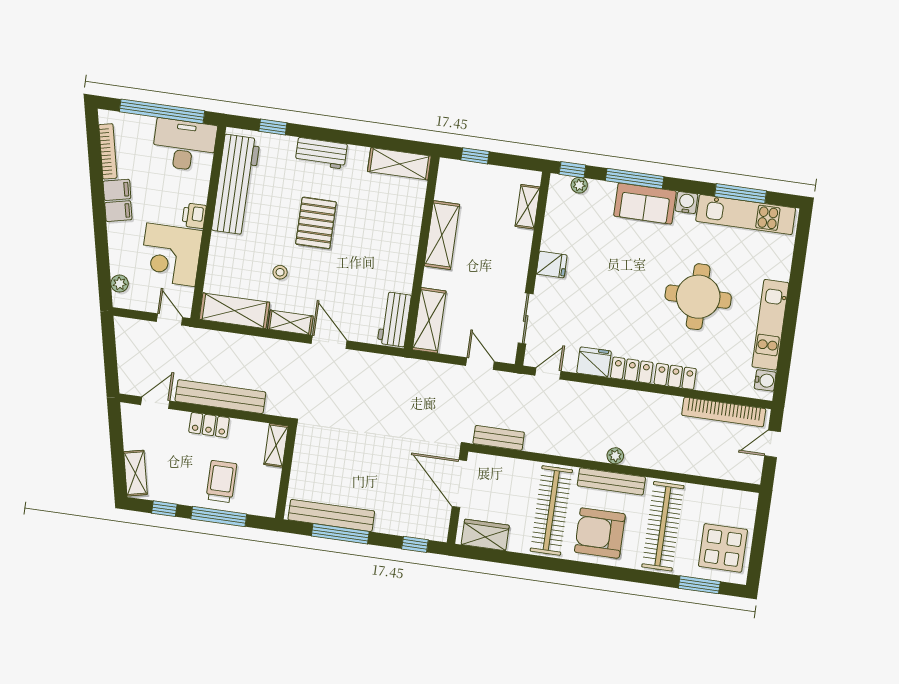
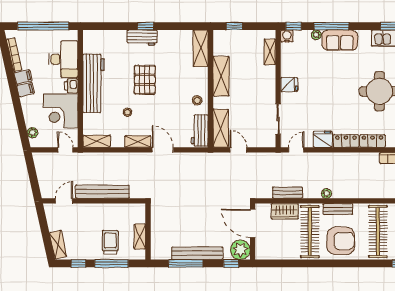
window: (273, 127) -> (146, 26), moved
desk: (184, 145) -> (63, 59), moved, turned 90
shelving: (399, 164) -> (201, 48), moved, turned 90
workbench: (236, 185) -> (94, 83), moved
plant: (579, 185) -> (316, 35), moved
water cooler: (687, 202) -> (287, 36), moved
stool: (397, 269) -> (197, 100), added
shelving: (234, 311) -> (97, 141), width x0.67, depth x0.75
door: (480, 364) -> (238, 150), moved
locker: (209, 425) -> (98, 210), removed
bench: (499, 438) -> (288, 193), moved
shelving: (276, 445) -> (140, 237), moved
plant: (615, 456) -> (326, 193), moved
bench: (611, 481) -> (338, 209), width x0.73
bench: (331, 515) -> (197, 253), moved
plant: (433, 524) -> (240, 250), added
armchair: (600, 533) -> (341, 241), turned 180
wardrobe: (485, 535) -> (285, 211), moved, turned 180

